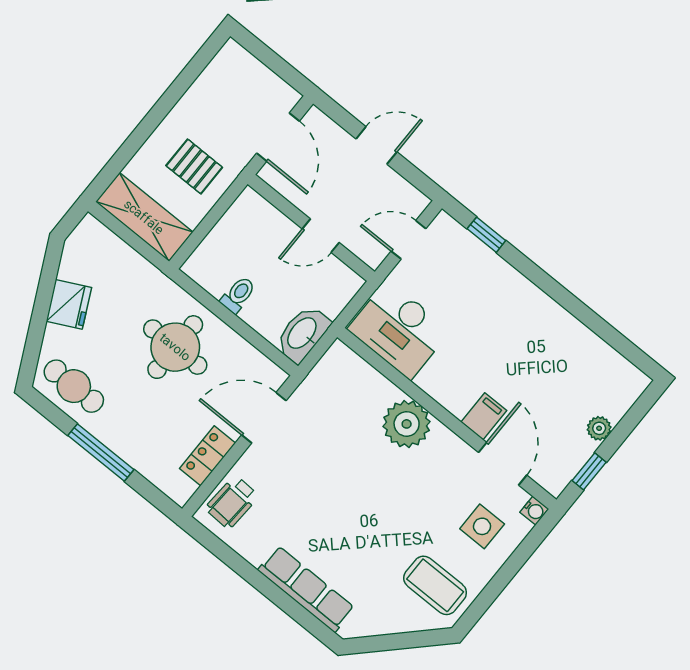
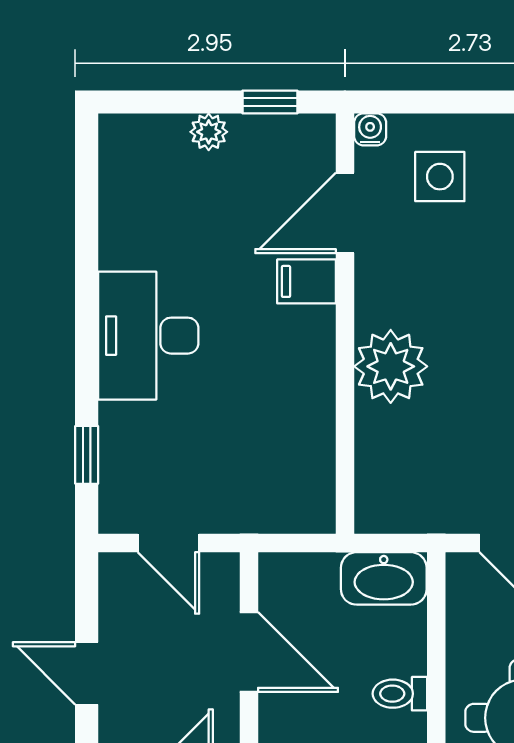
door: (321, 236) -> (249, 652), width x1.38
desk: (399, 330) -> (148, 336), moved, turned 180

